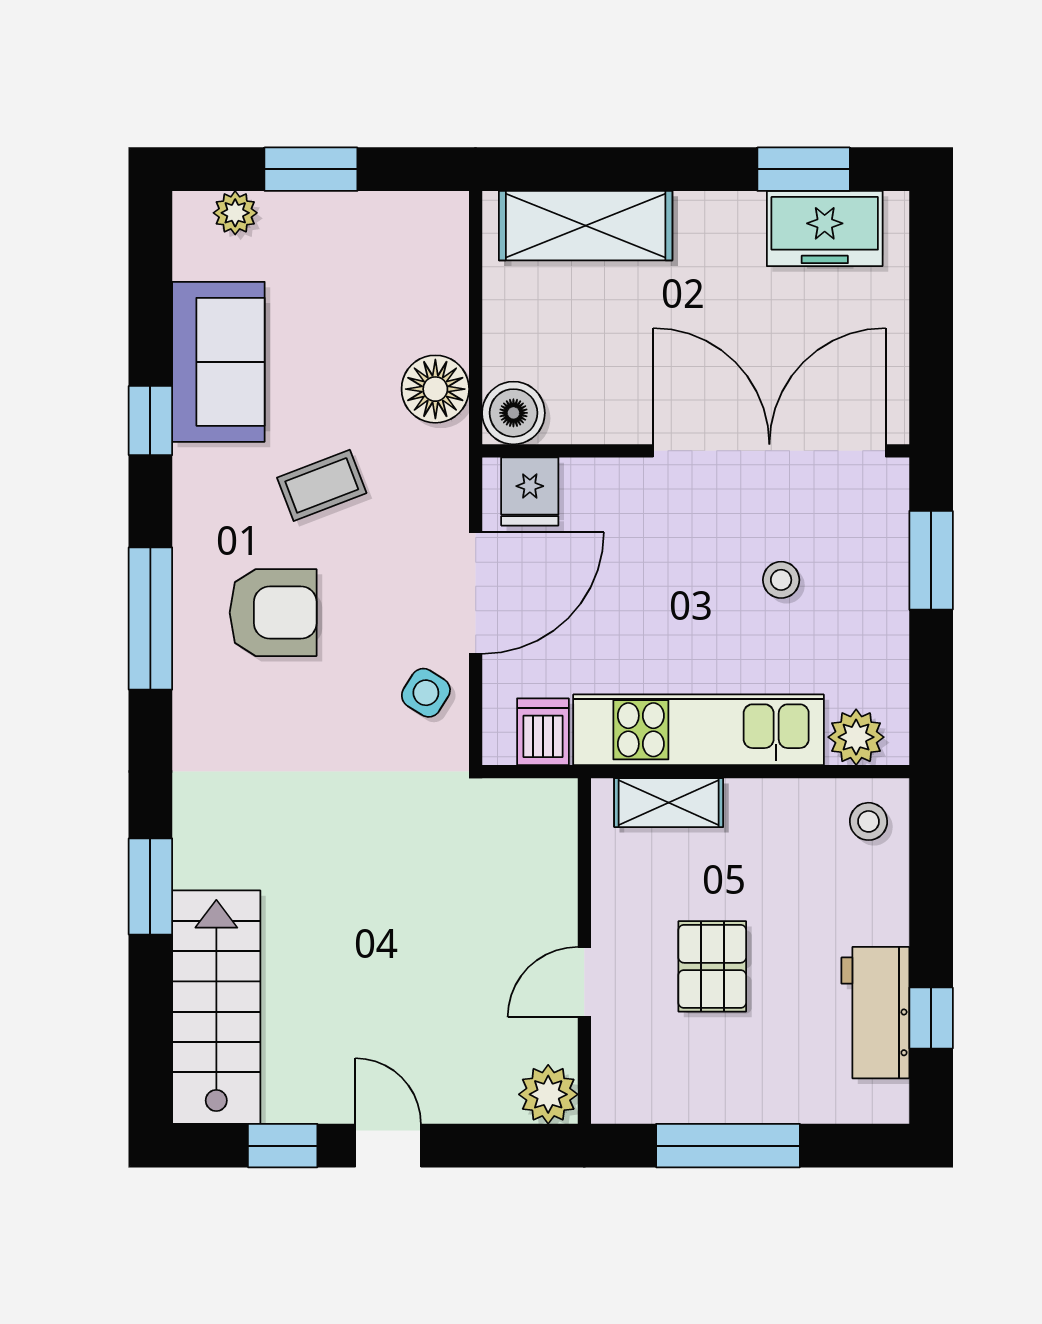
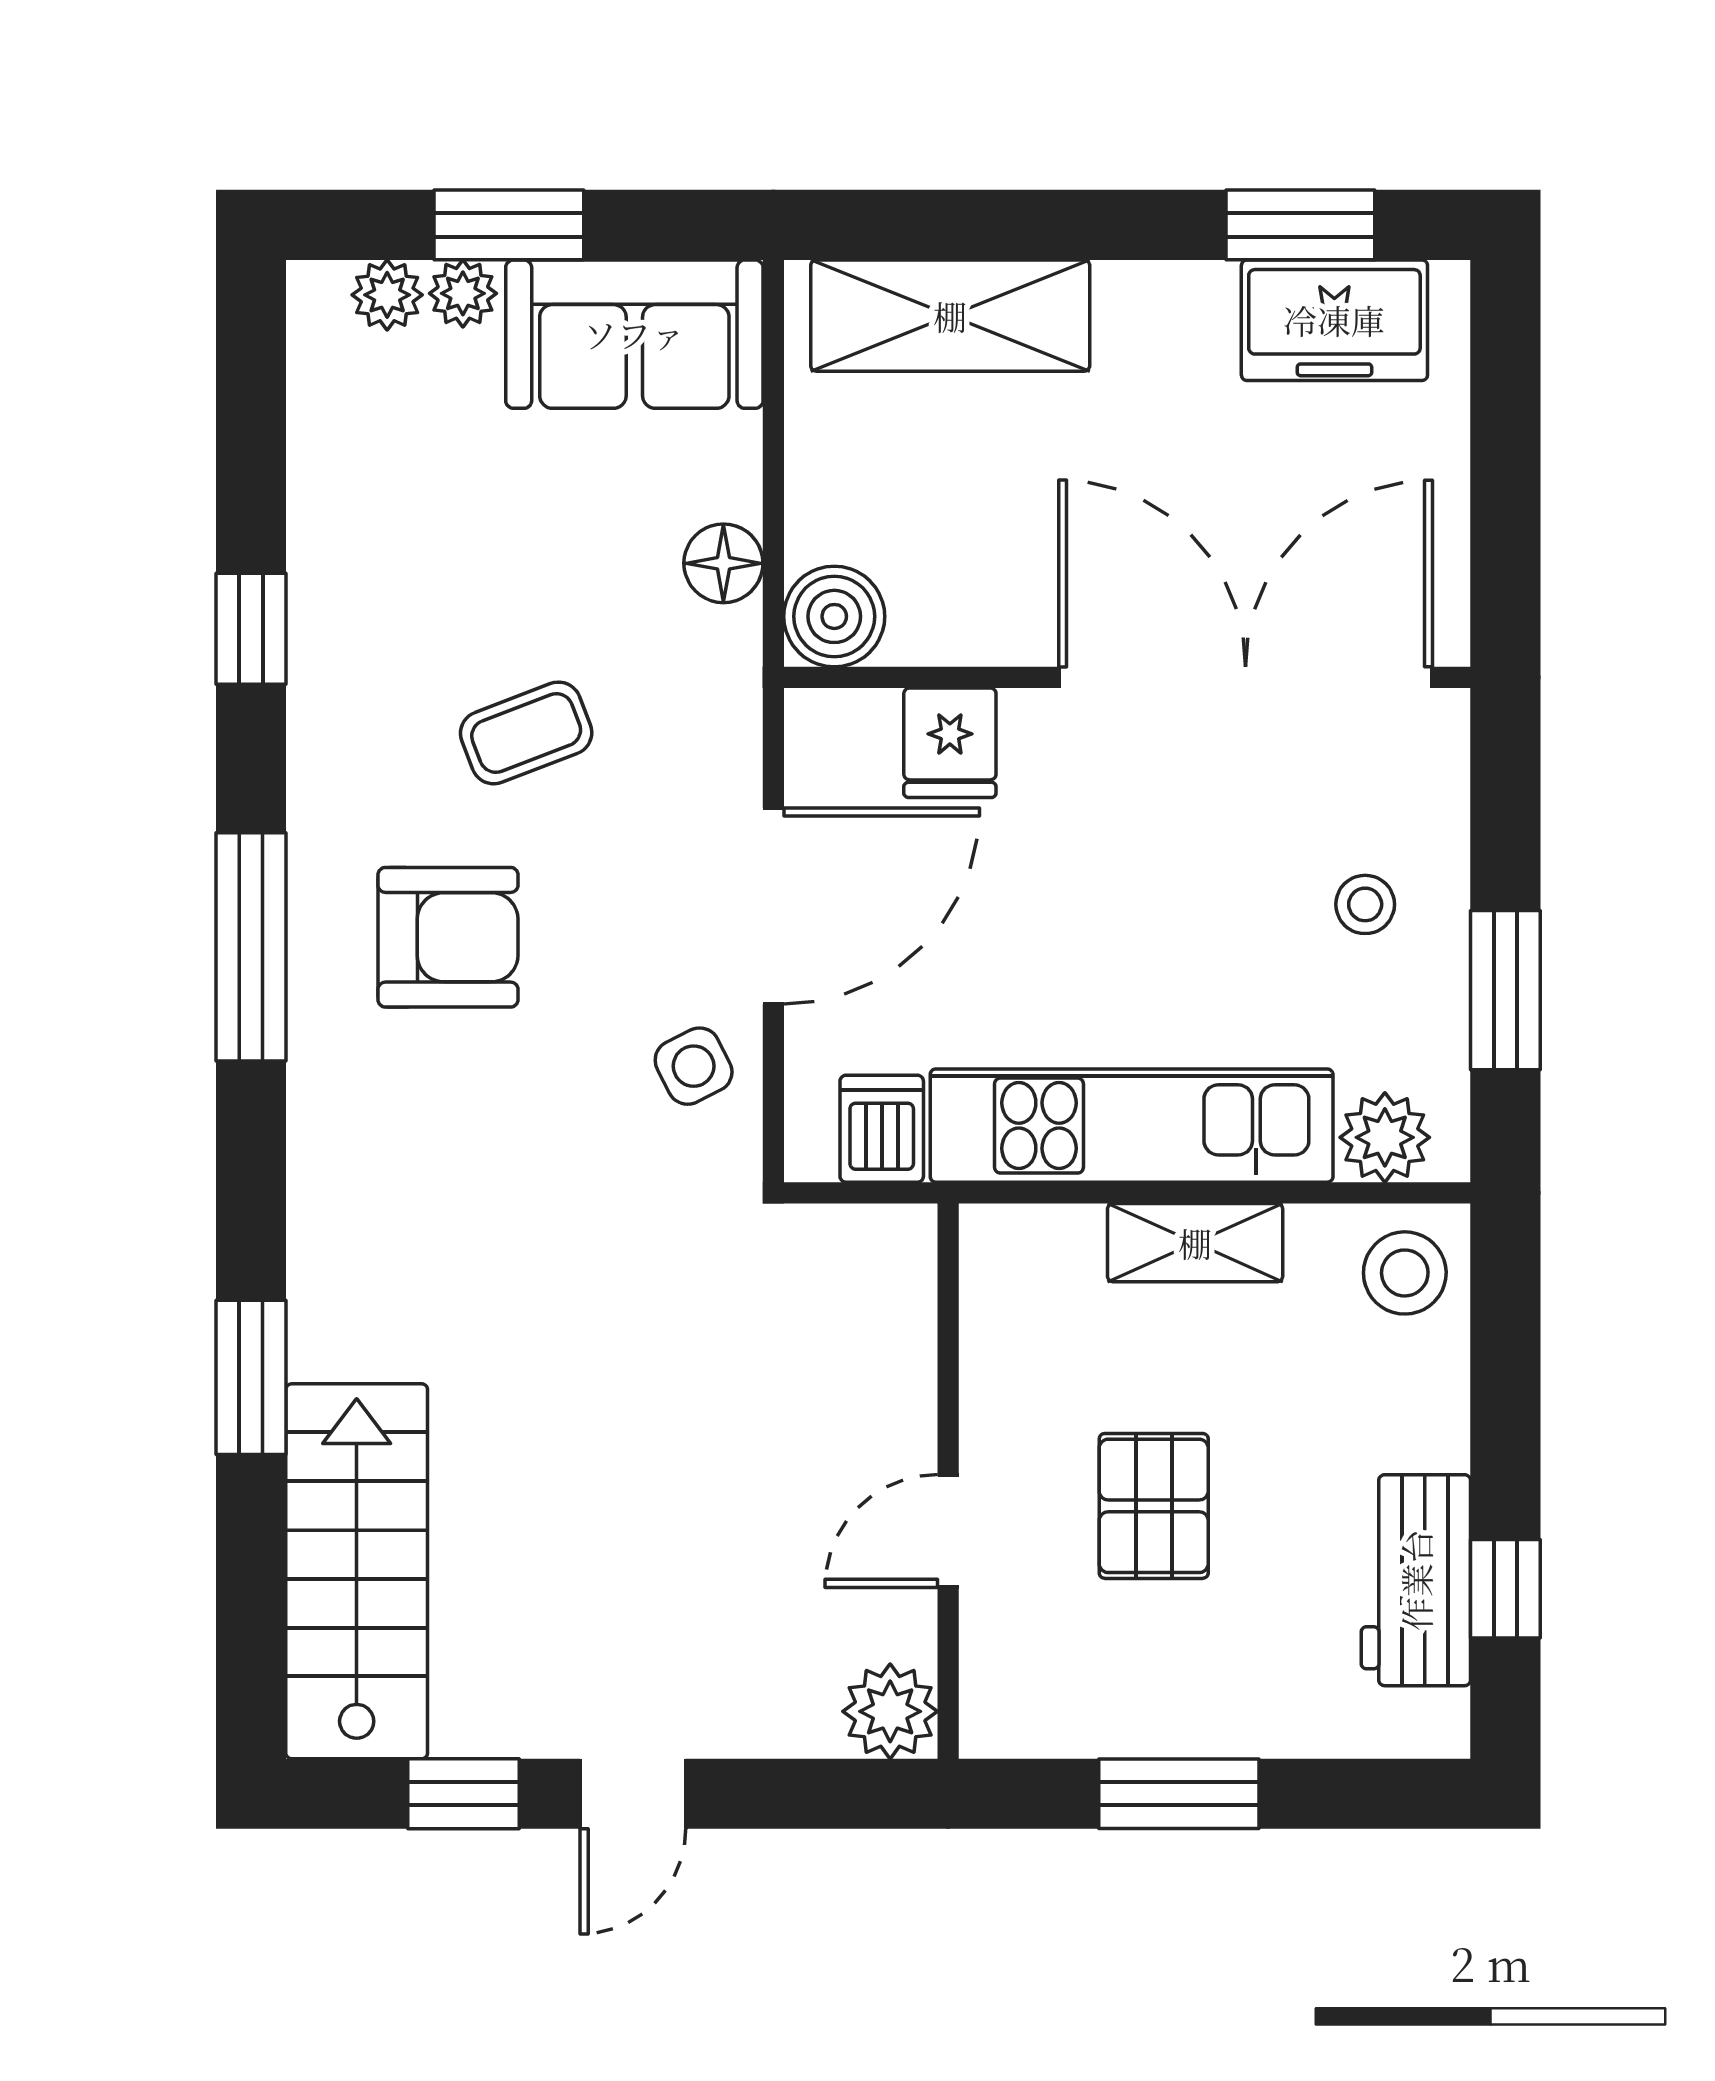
plant: (282, 212) -> (463, 293), added
sofa: (218, 362) -> (634, 334), moved, turned 90
floor lamp: (435, 389) -> (723, 563), width x0.73, depth x0.73
fridge: (530, 491) -> (950, 743), moved
window: (931, 560) -> (1505, 990), moved
stool: (781, 580) -> (1365, 904), moved
side table: (426, 693) -> (694, 1066), turned 31
shelving: (669, 803) -> (1195, 1243), moved
stool: (869, 821) -> (1405, 1273), width x1.37, depth x1.37
door: (388, 1146) -> (633, 1794), swing flipped
window: (728, 1146) -> (1179, 1794), width x0.69

